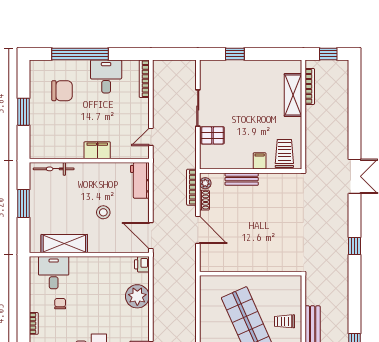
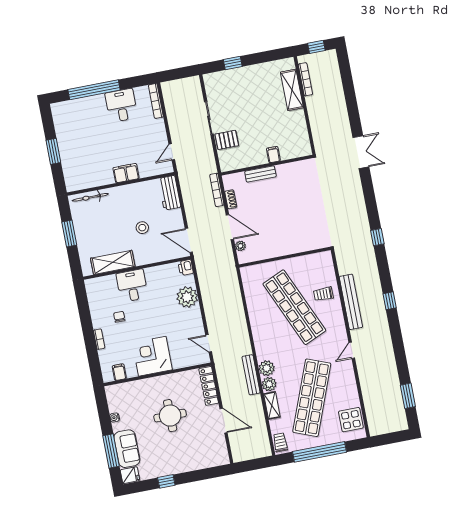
chair: (62, 91) -> (84, 126), removed
trolley: (284, 154) -> (294, 144), removed
plant: (205, 183) -> (240, 246), moved
window: (354, 246) -> (377, 237), moved
desk: (54, 273) -> (132, 286), moved

